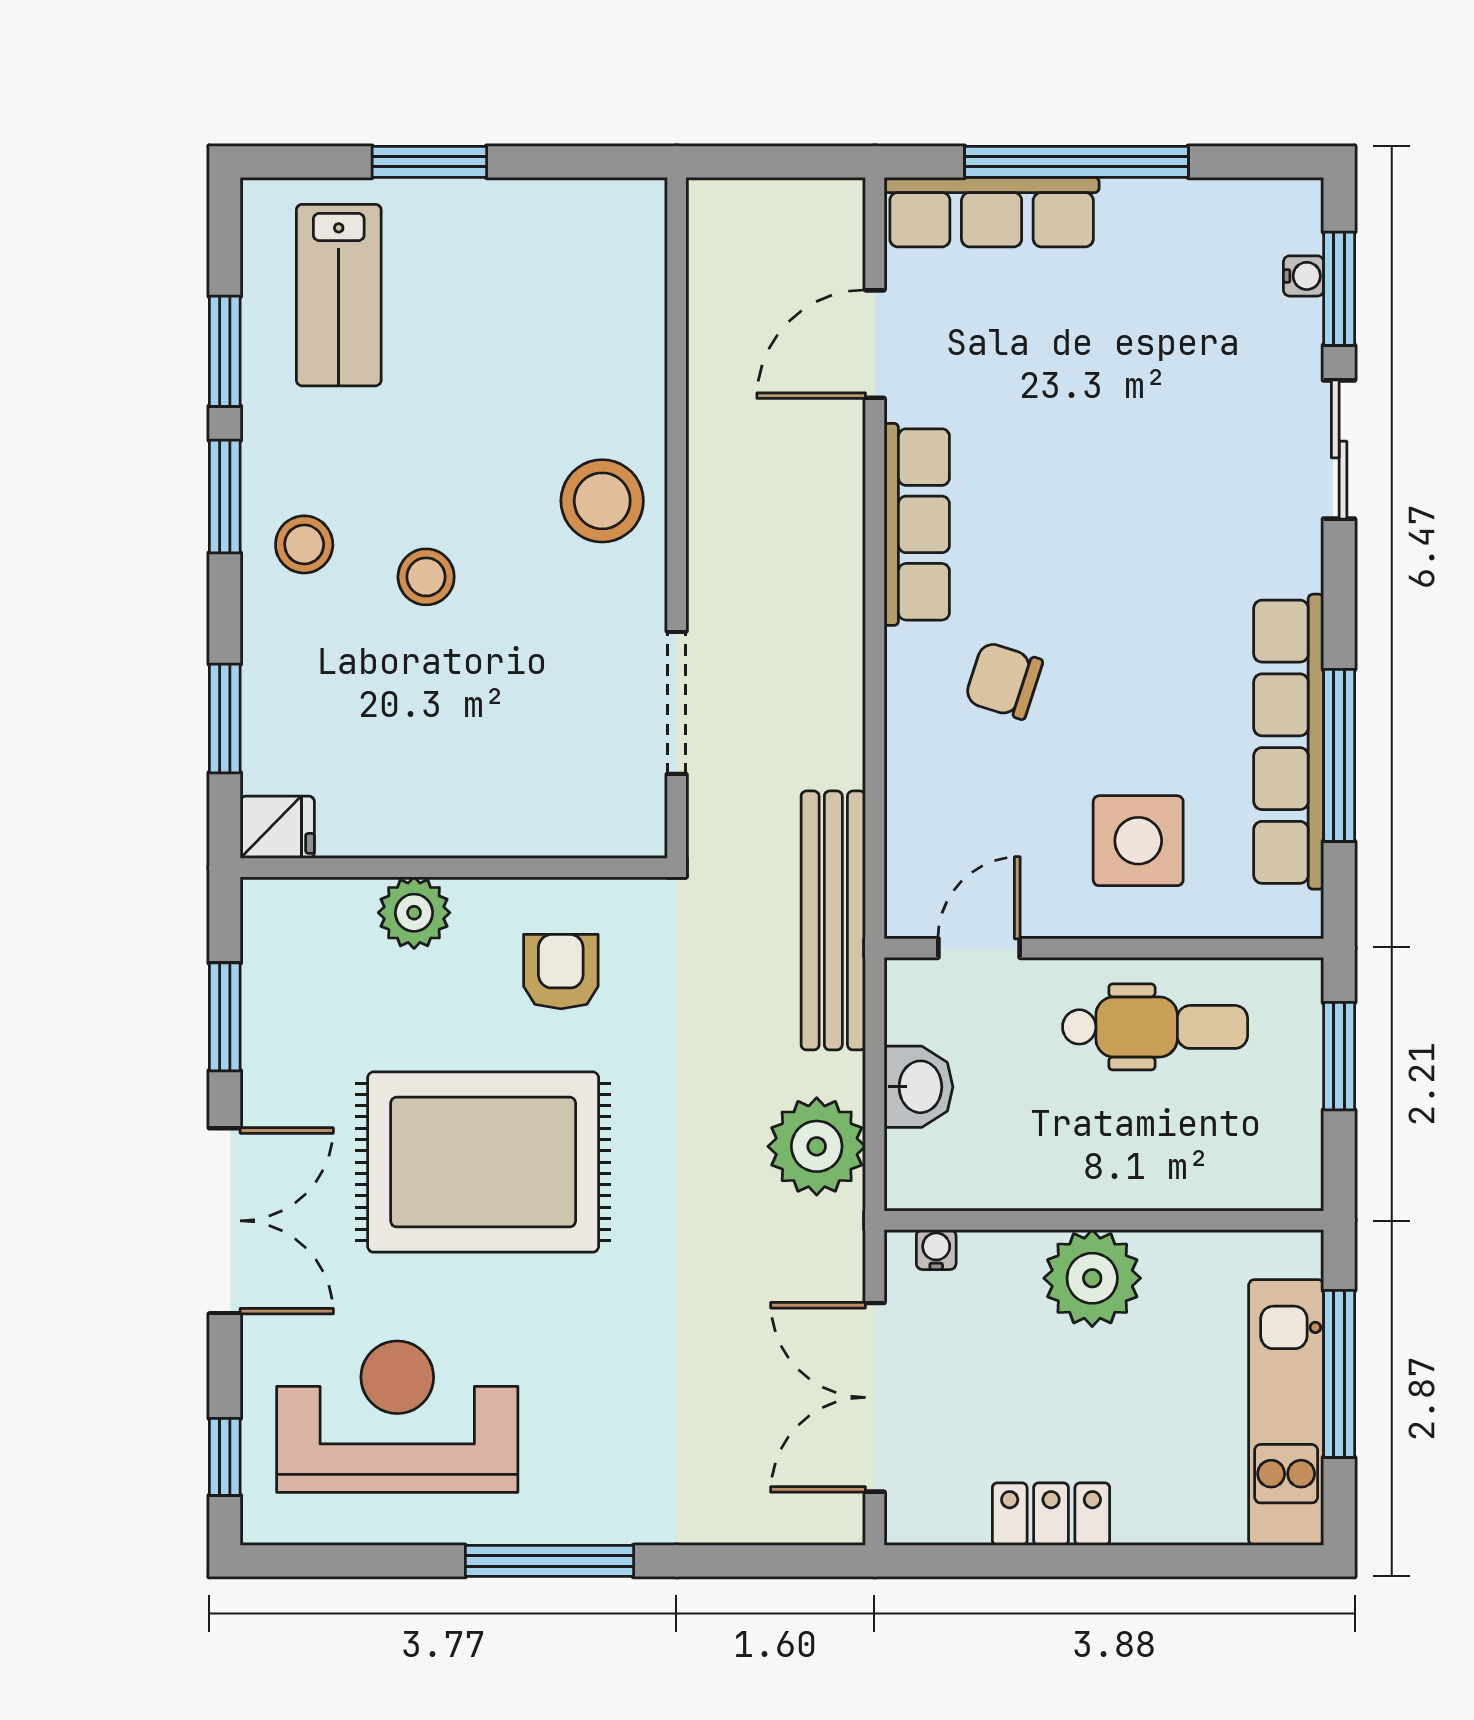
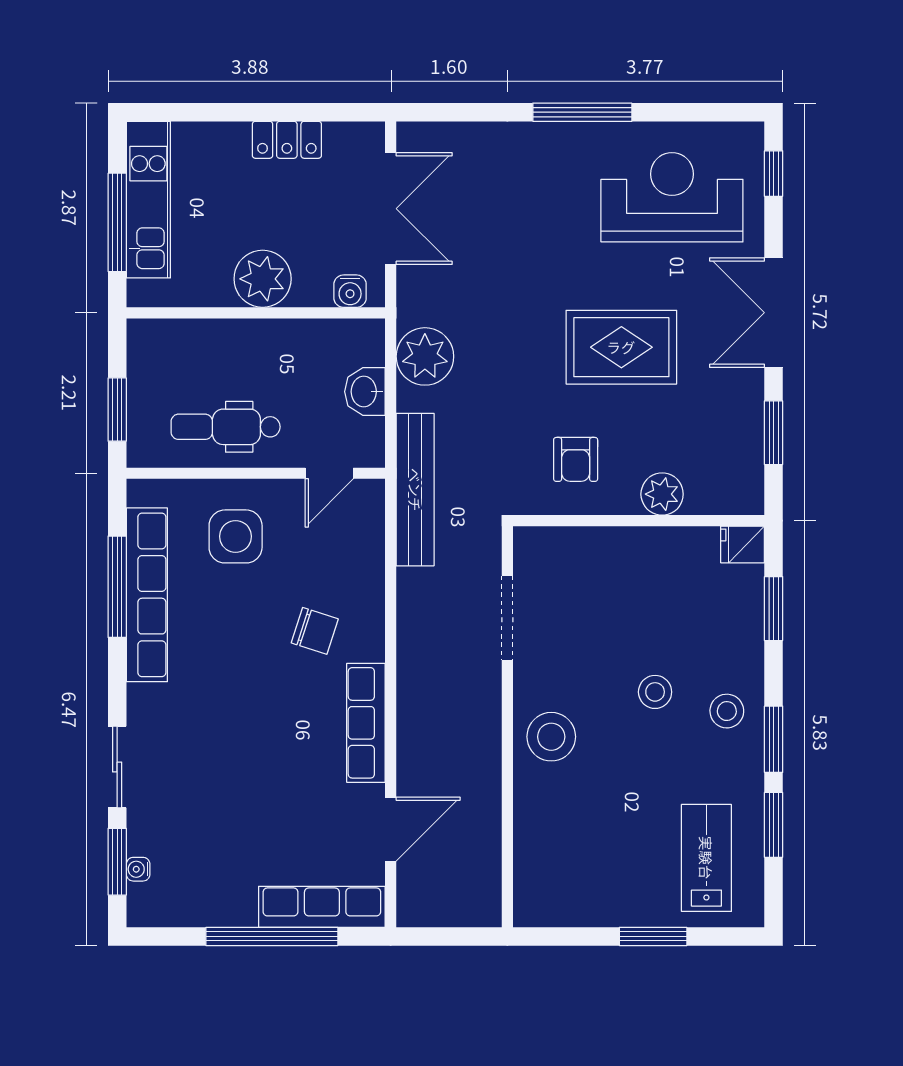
rug: (483, 1162) -> (621, 347), width x0.73, depth x0.69
water cooler: (936, 1250) -> (350, 291), width x1.38, depth x1.38
reception desk: (397, 1417) -> (672, 197), turned 180

